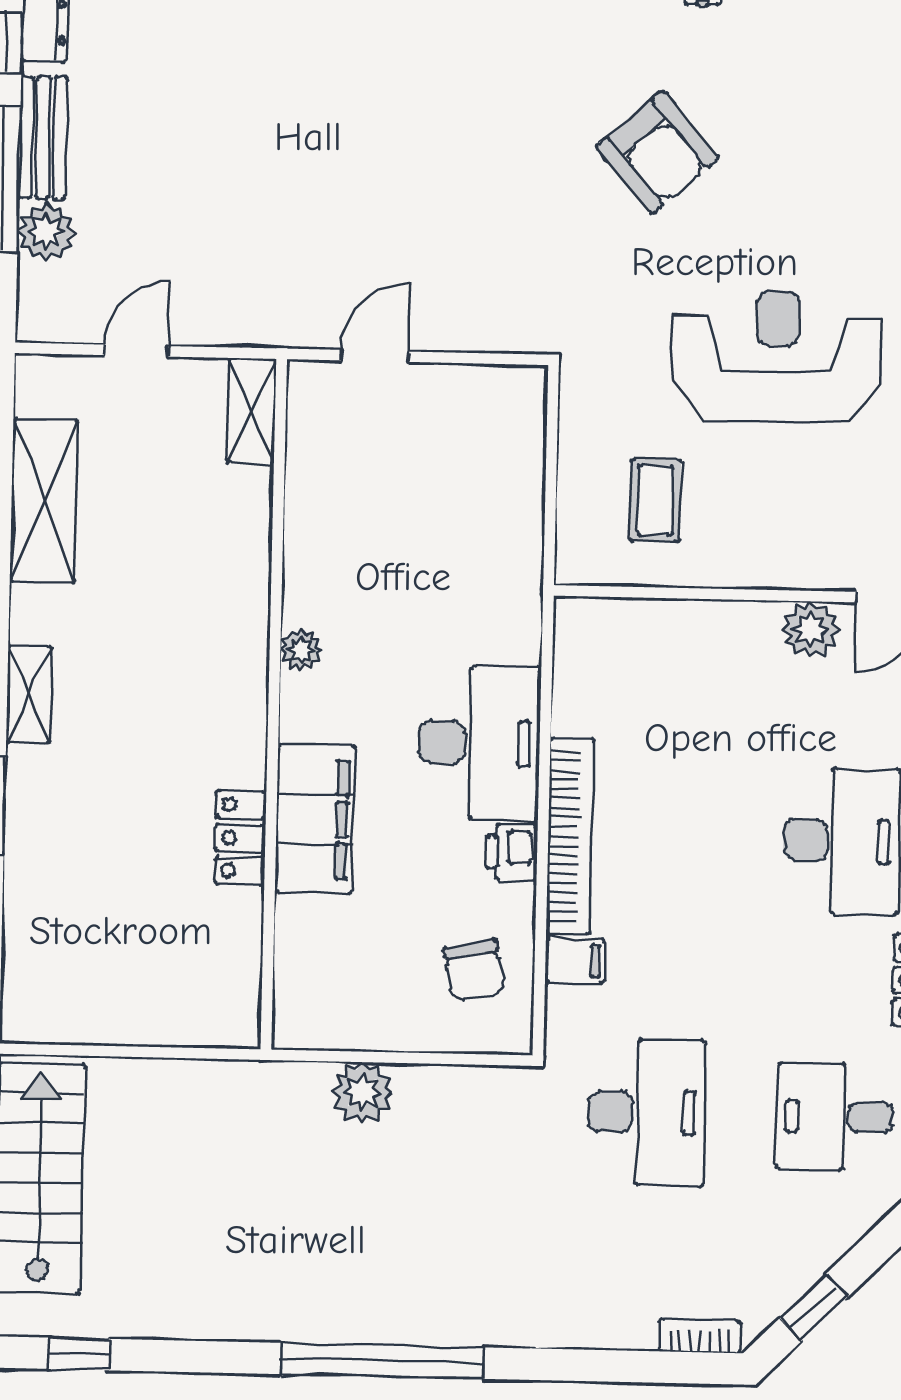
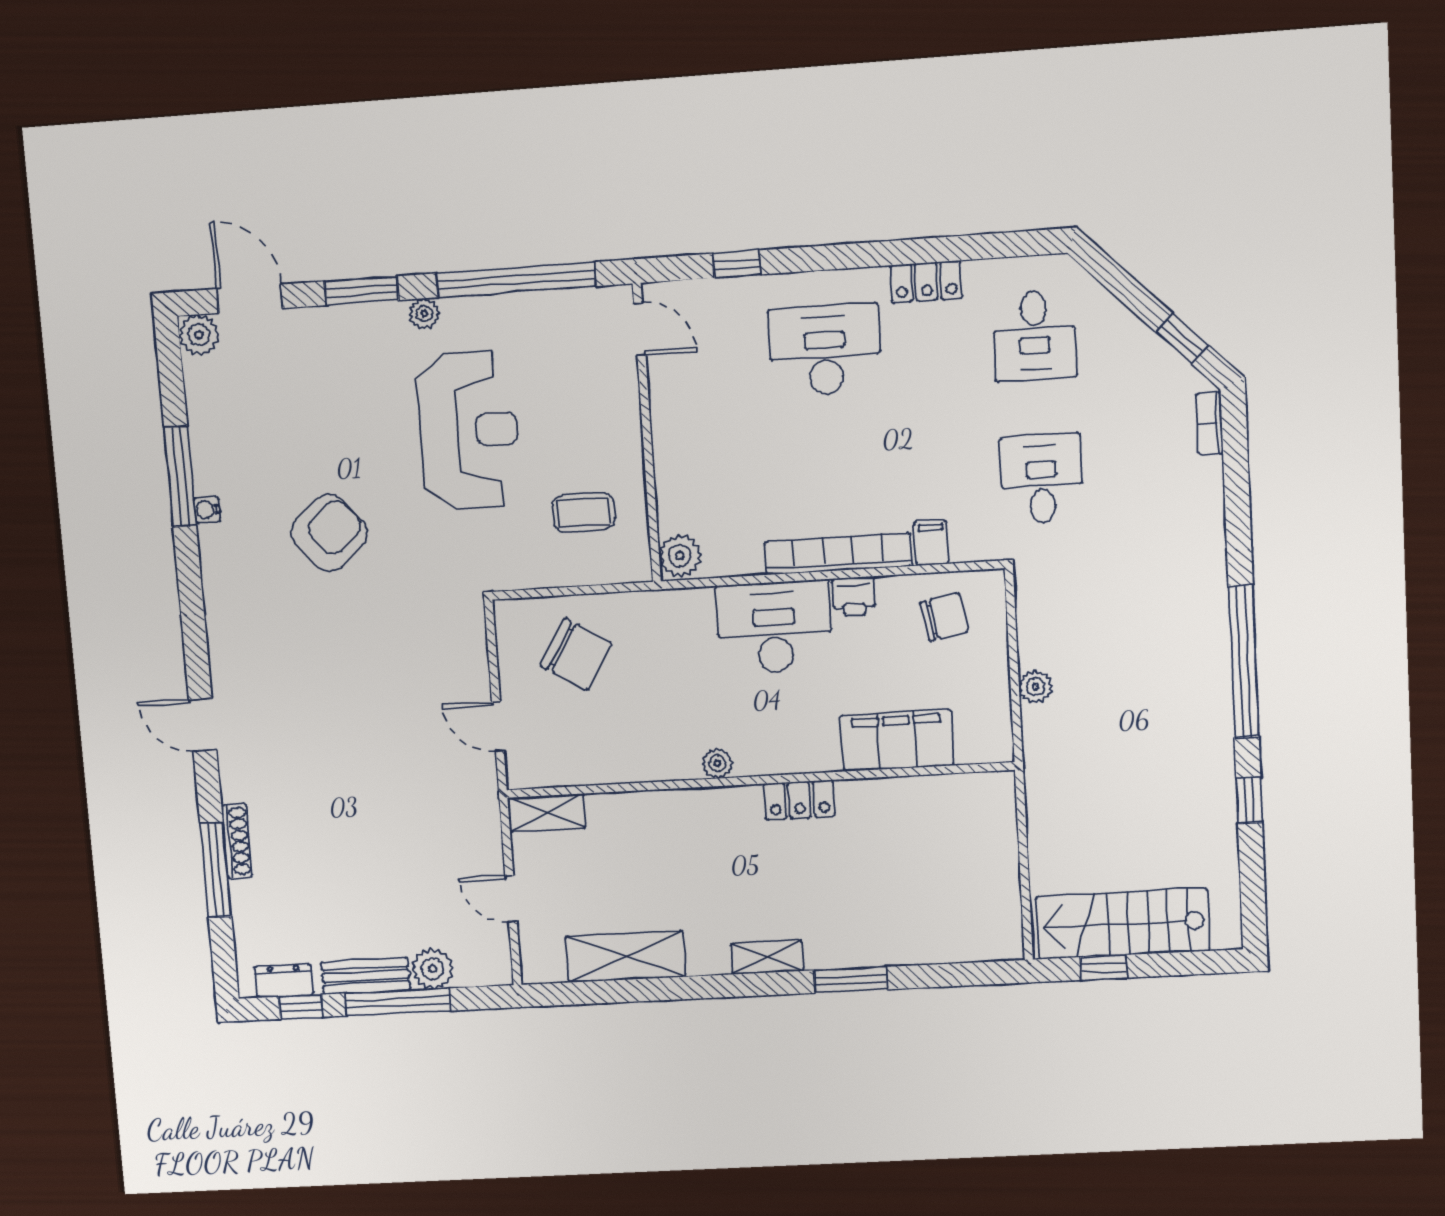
reception desk: (777, 356) -> (469, 431), turned 180
chair: (465, 472) -> (576, 654), added
plant: (811, 630) -> (680, 556), moved
filing cabinet: (315, 819) -> (897, 740), moved
locker: (240, 838) -> (799, 800), moved
plant: (362, 1093) -> (1035, 687), width x0.73, depth x0.73
desk: (646, 1112) -> (1042, 479), width x0.73
window: (79, 1354) -> (1249, 800), moved

